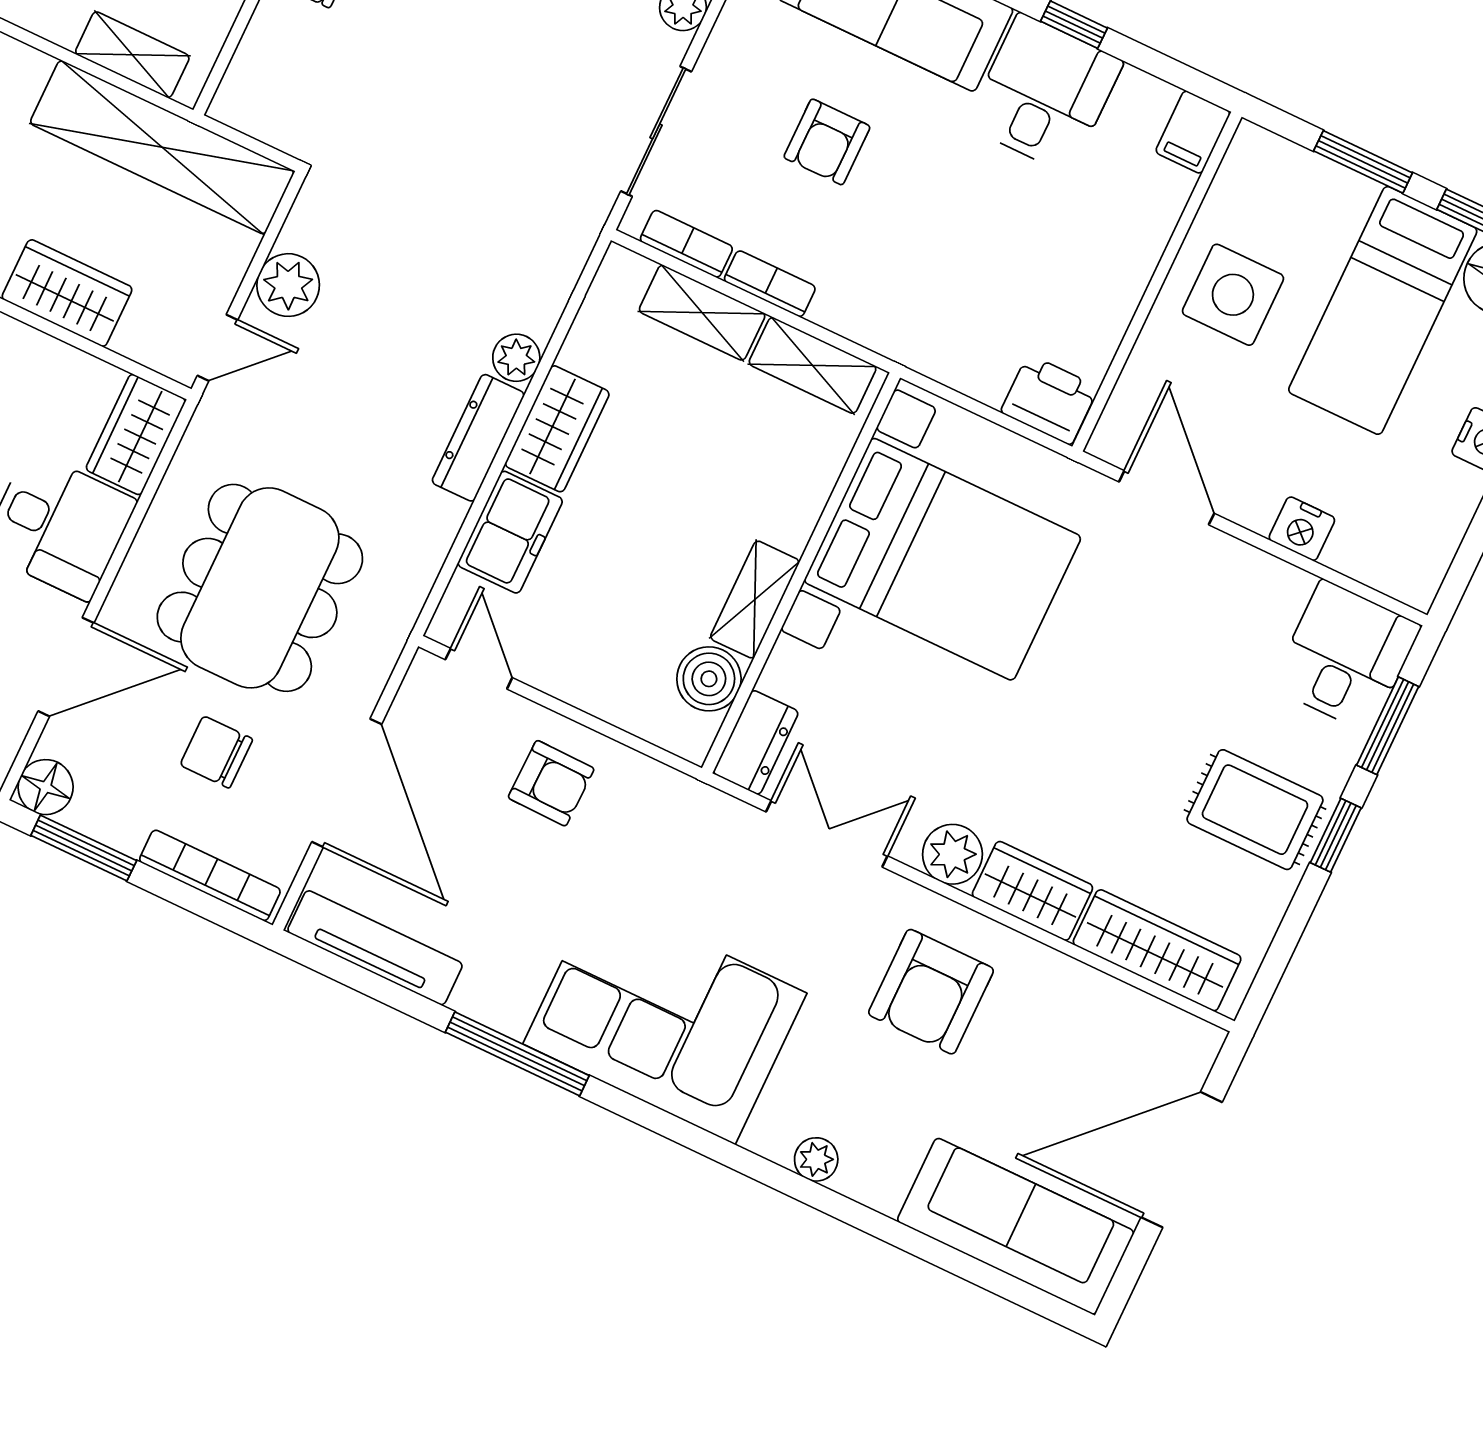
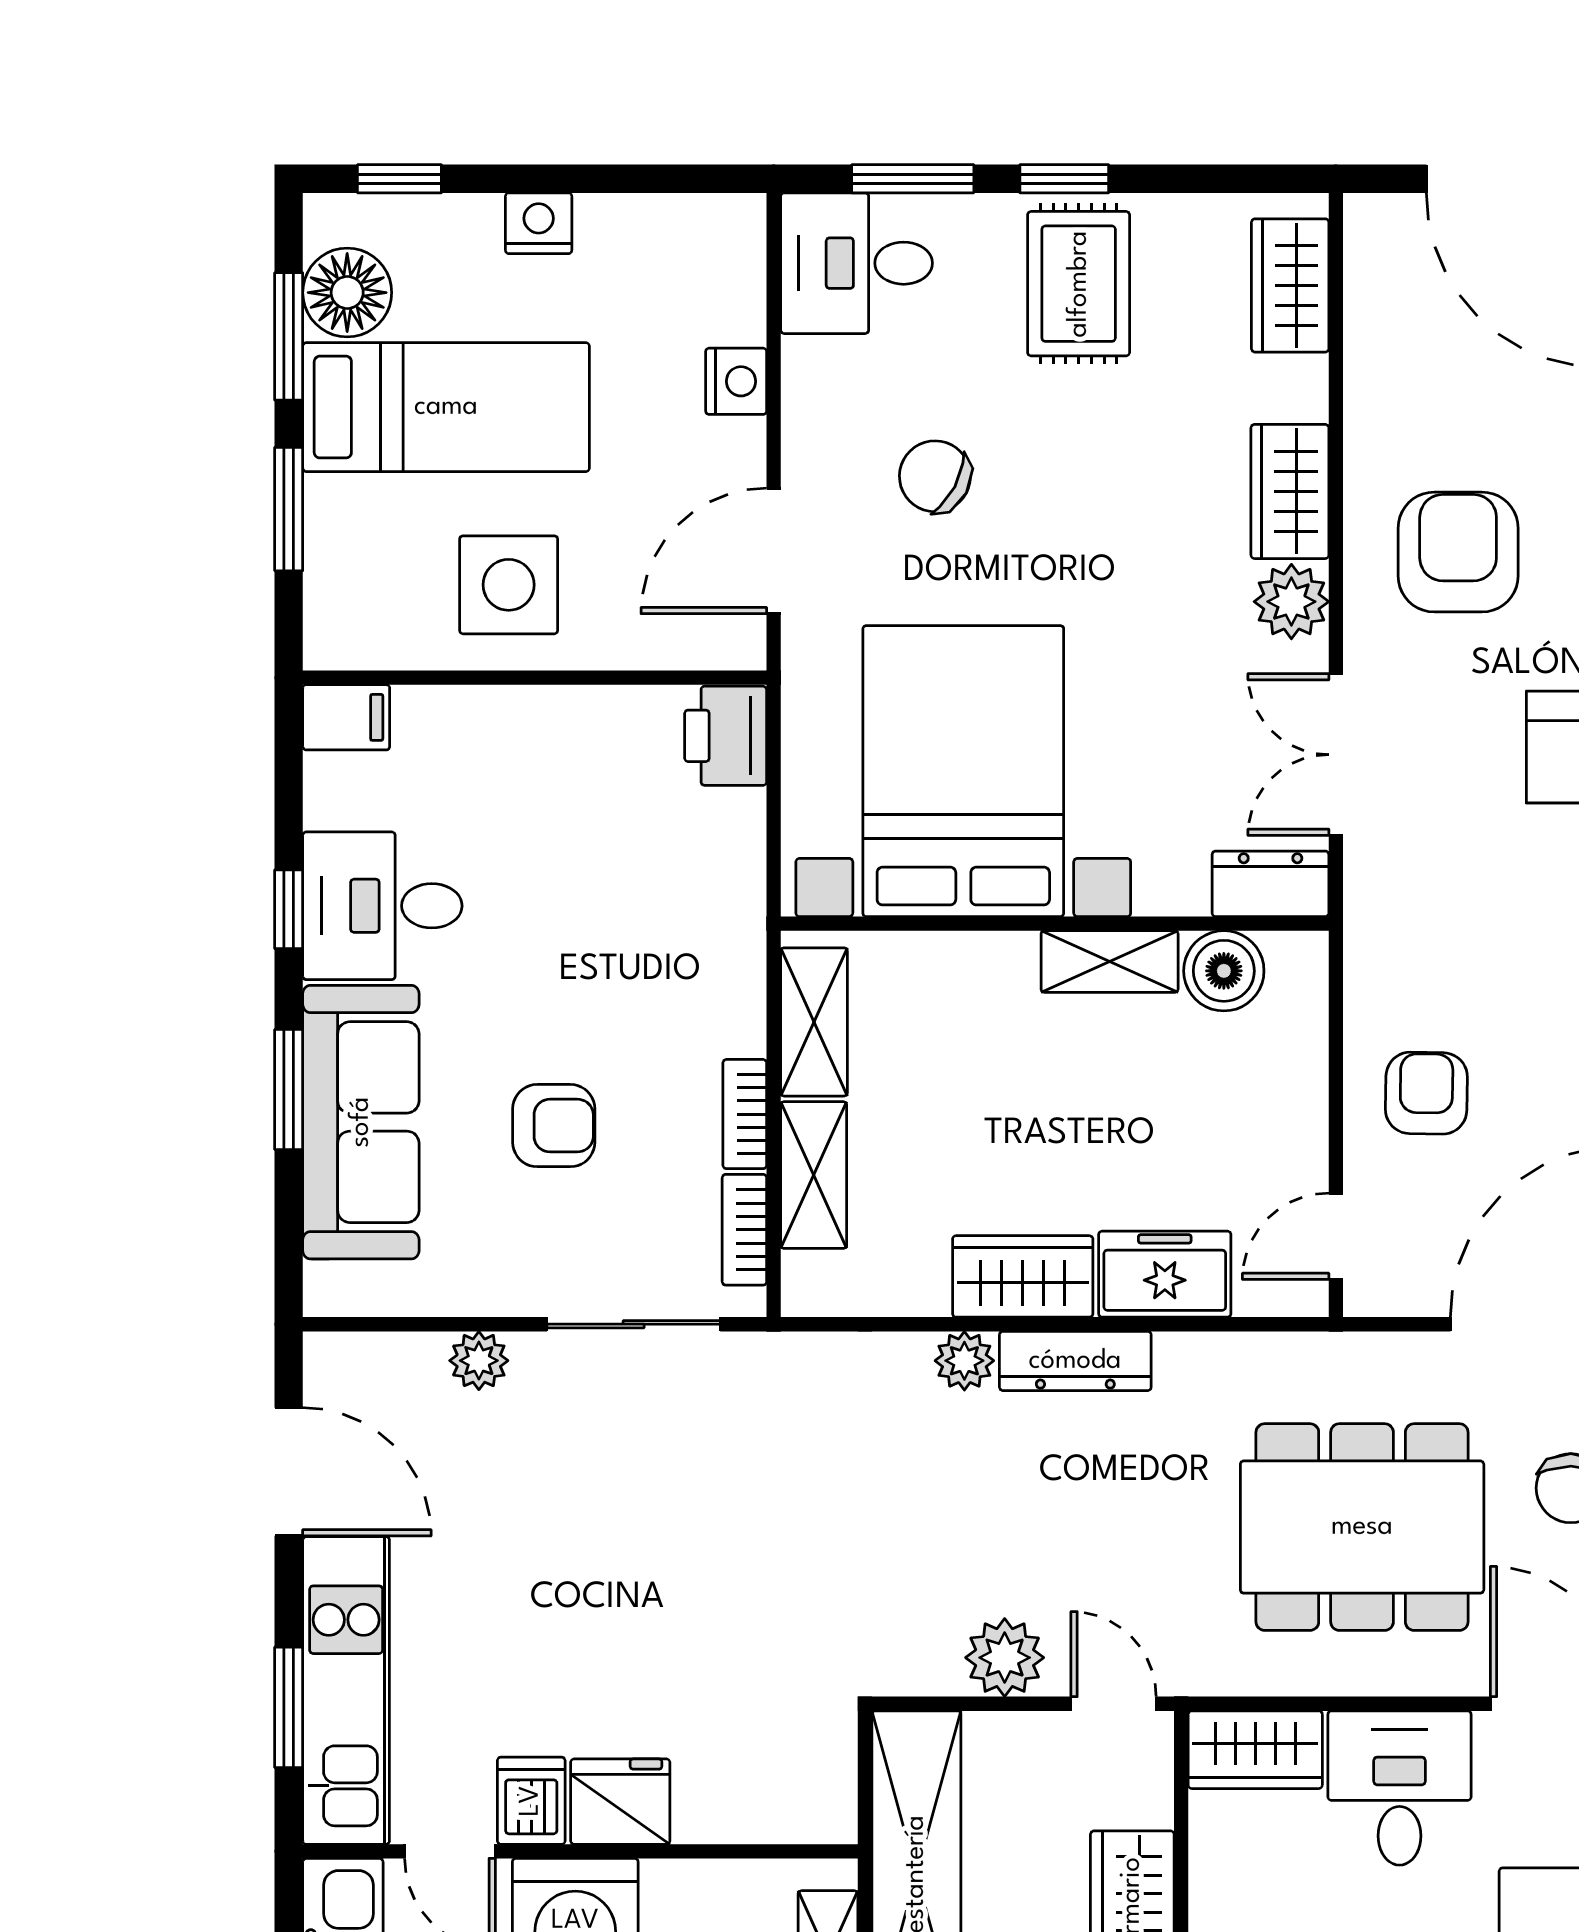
chair: (1165, 640) -> (935, 476), added
wardrobe: (1157, 950) -> (1290, 285), width x0.67
armchair: (931, 992) -> (1458, 552), turned -90

